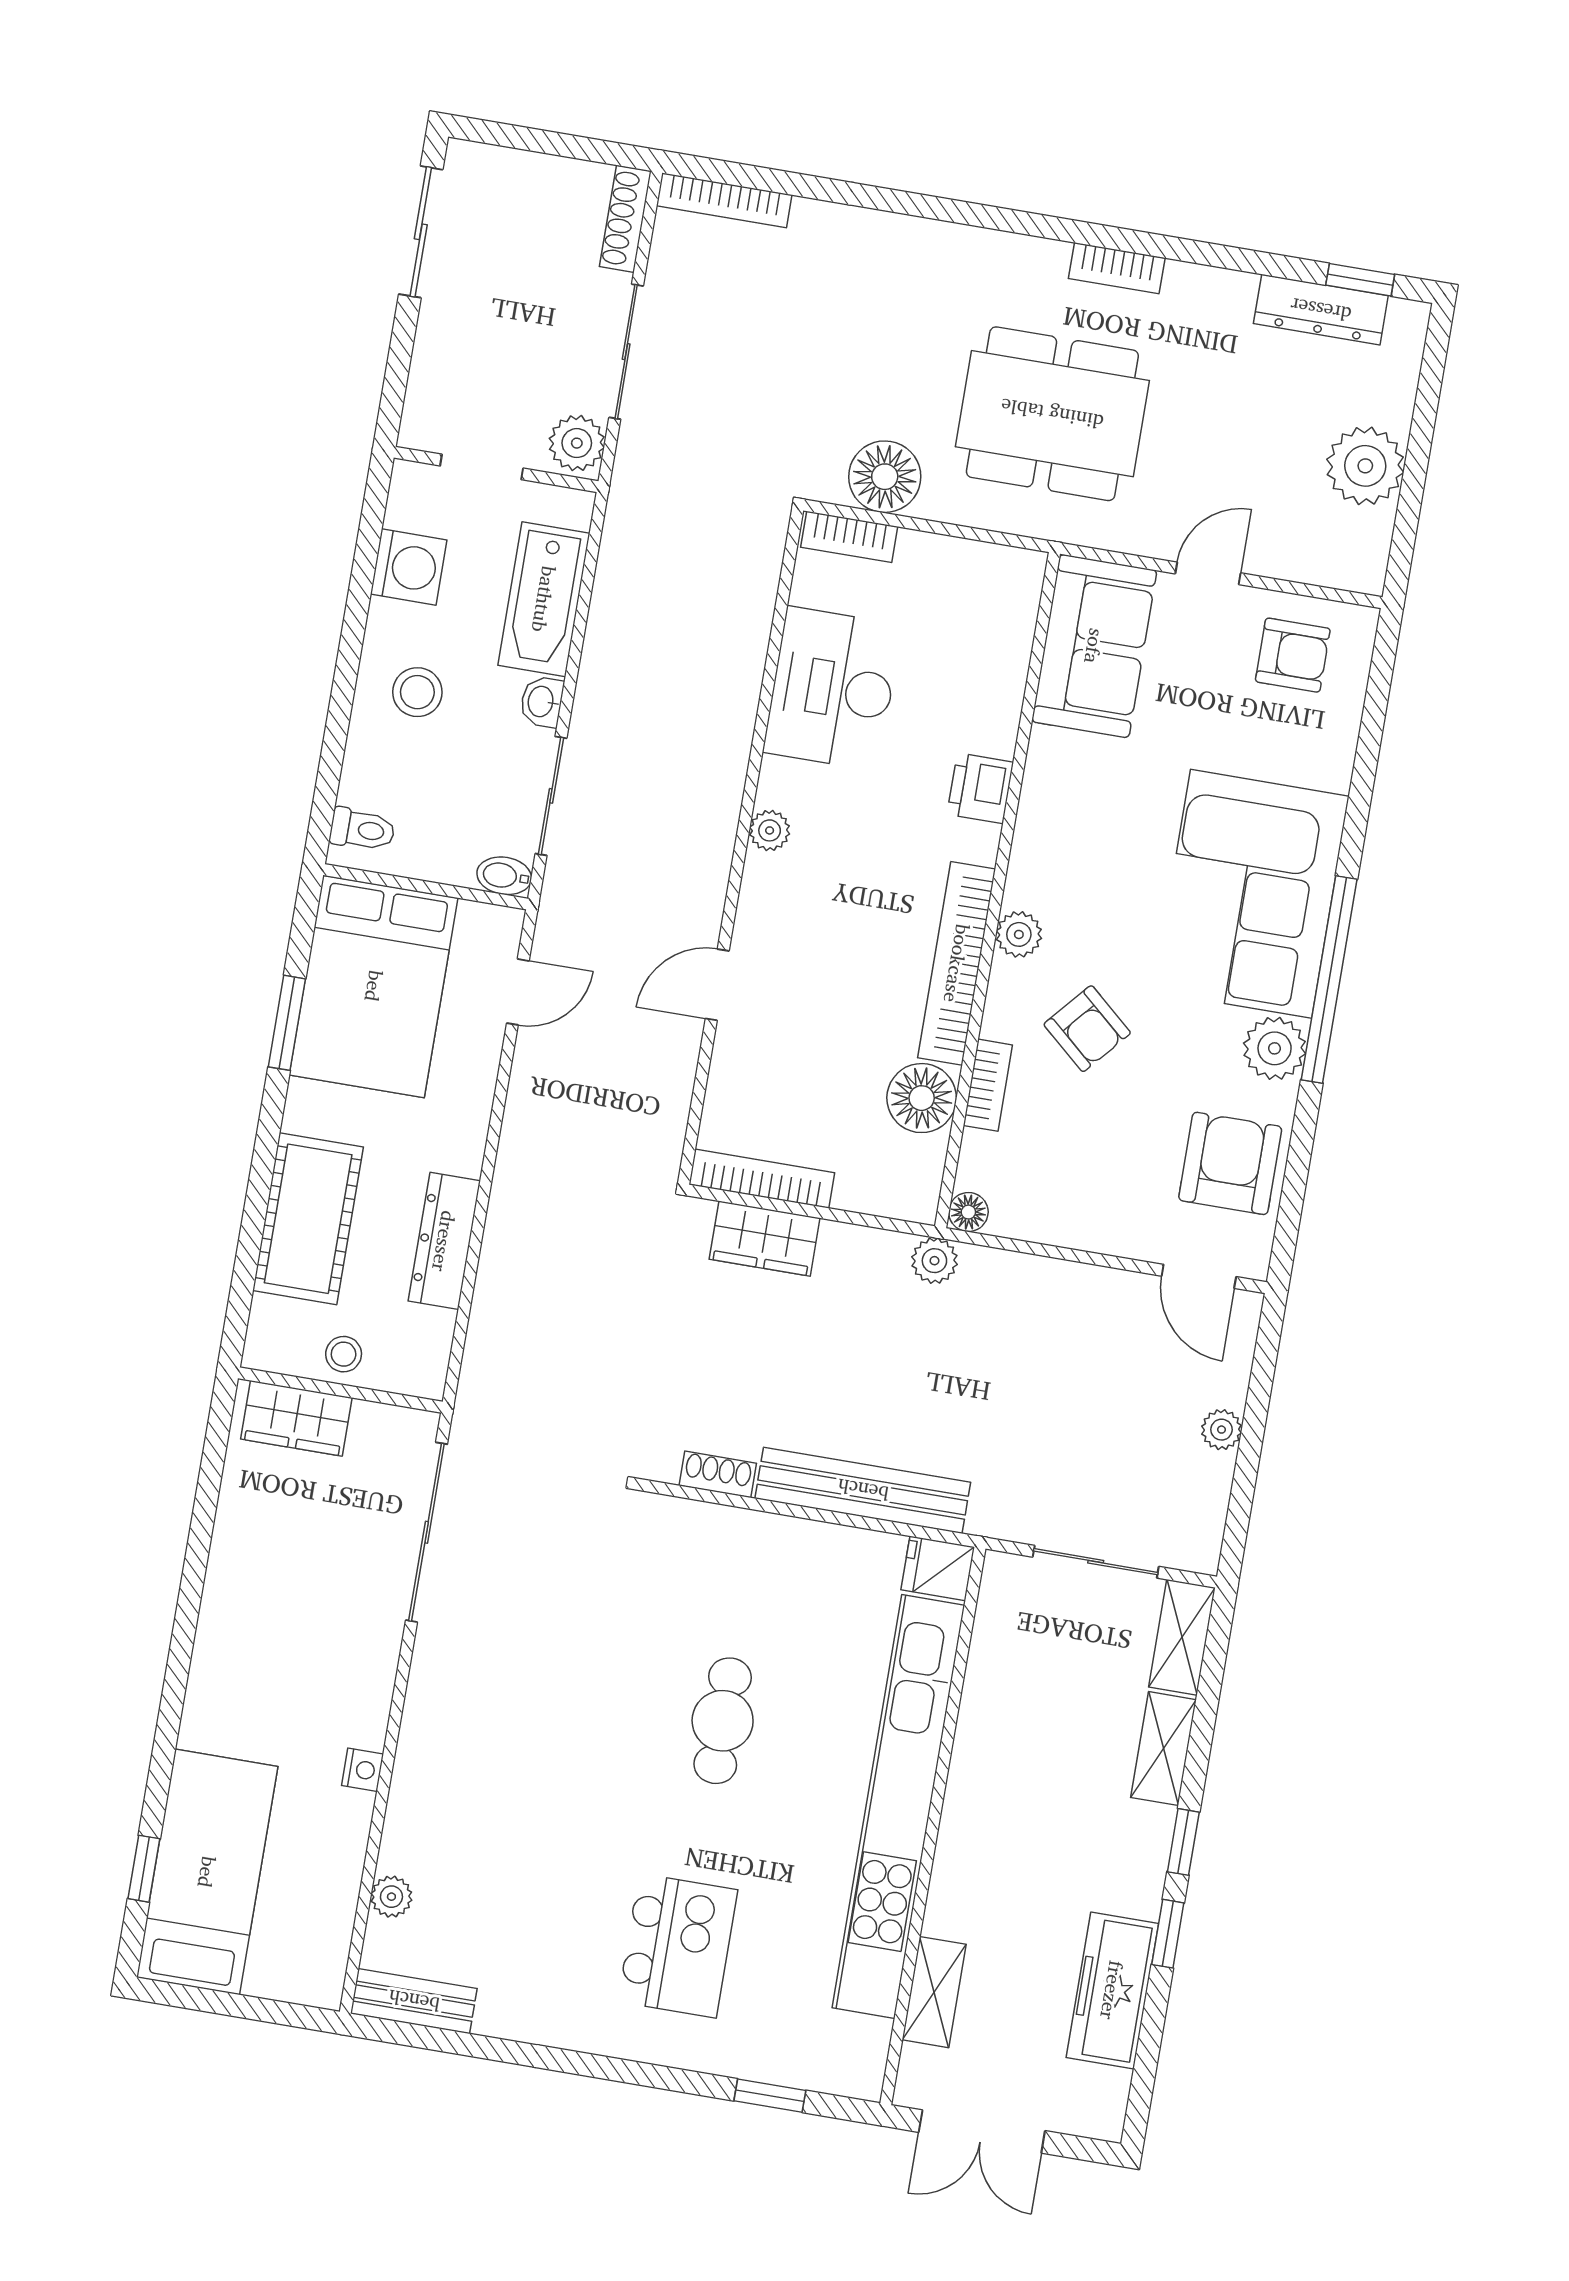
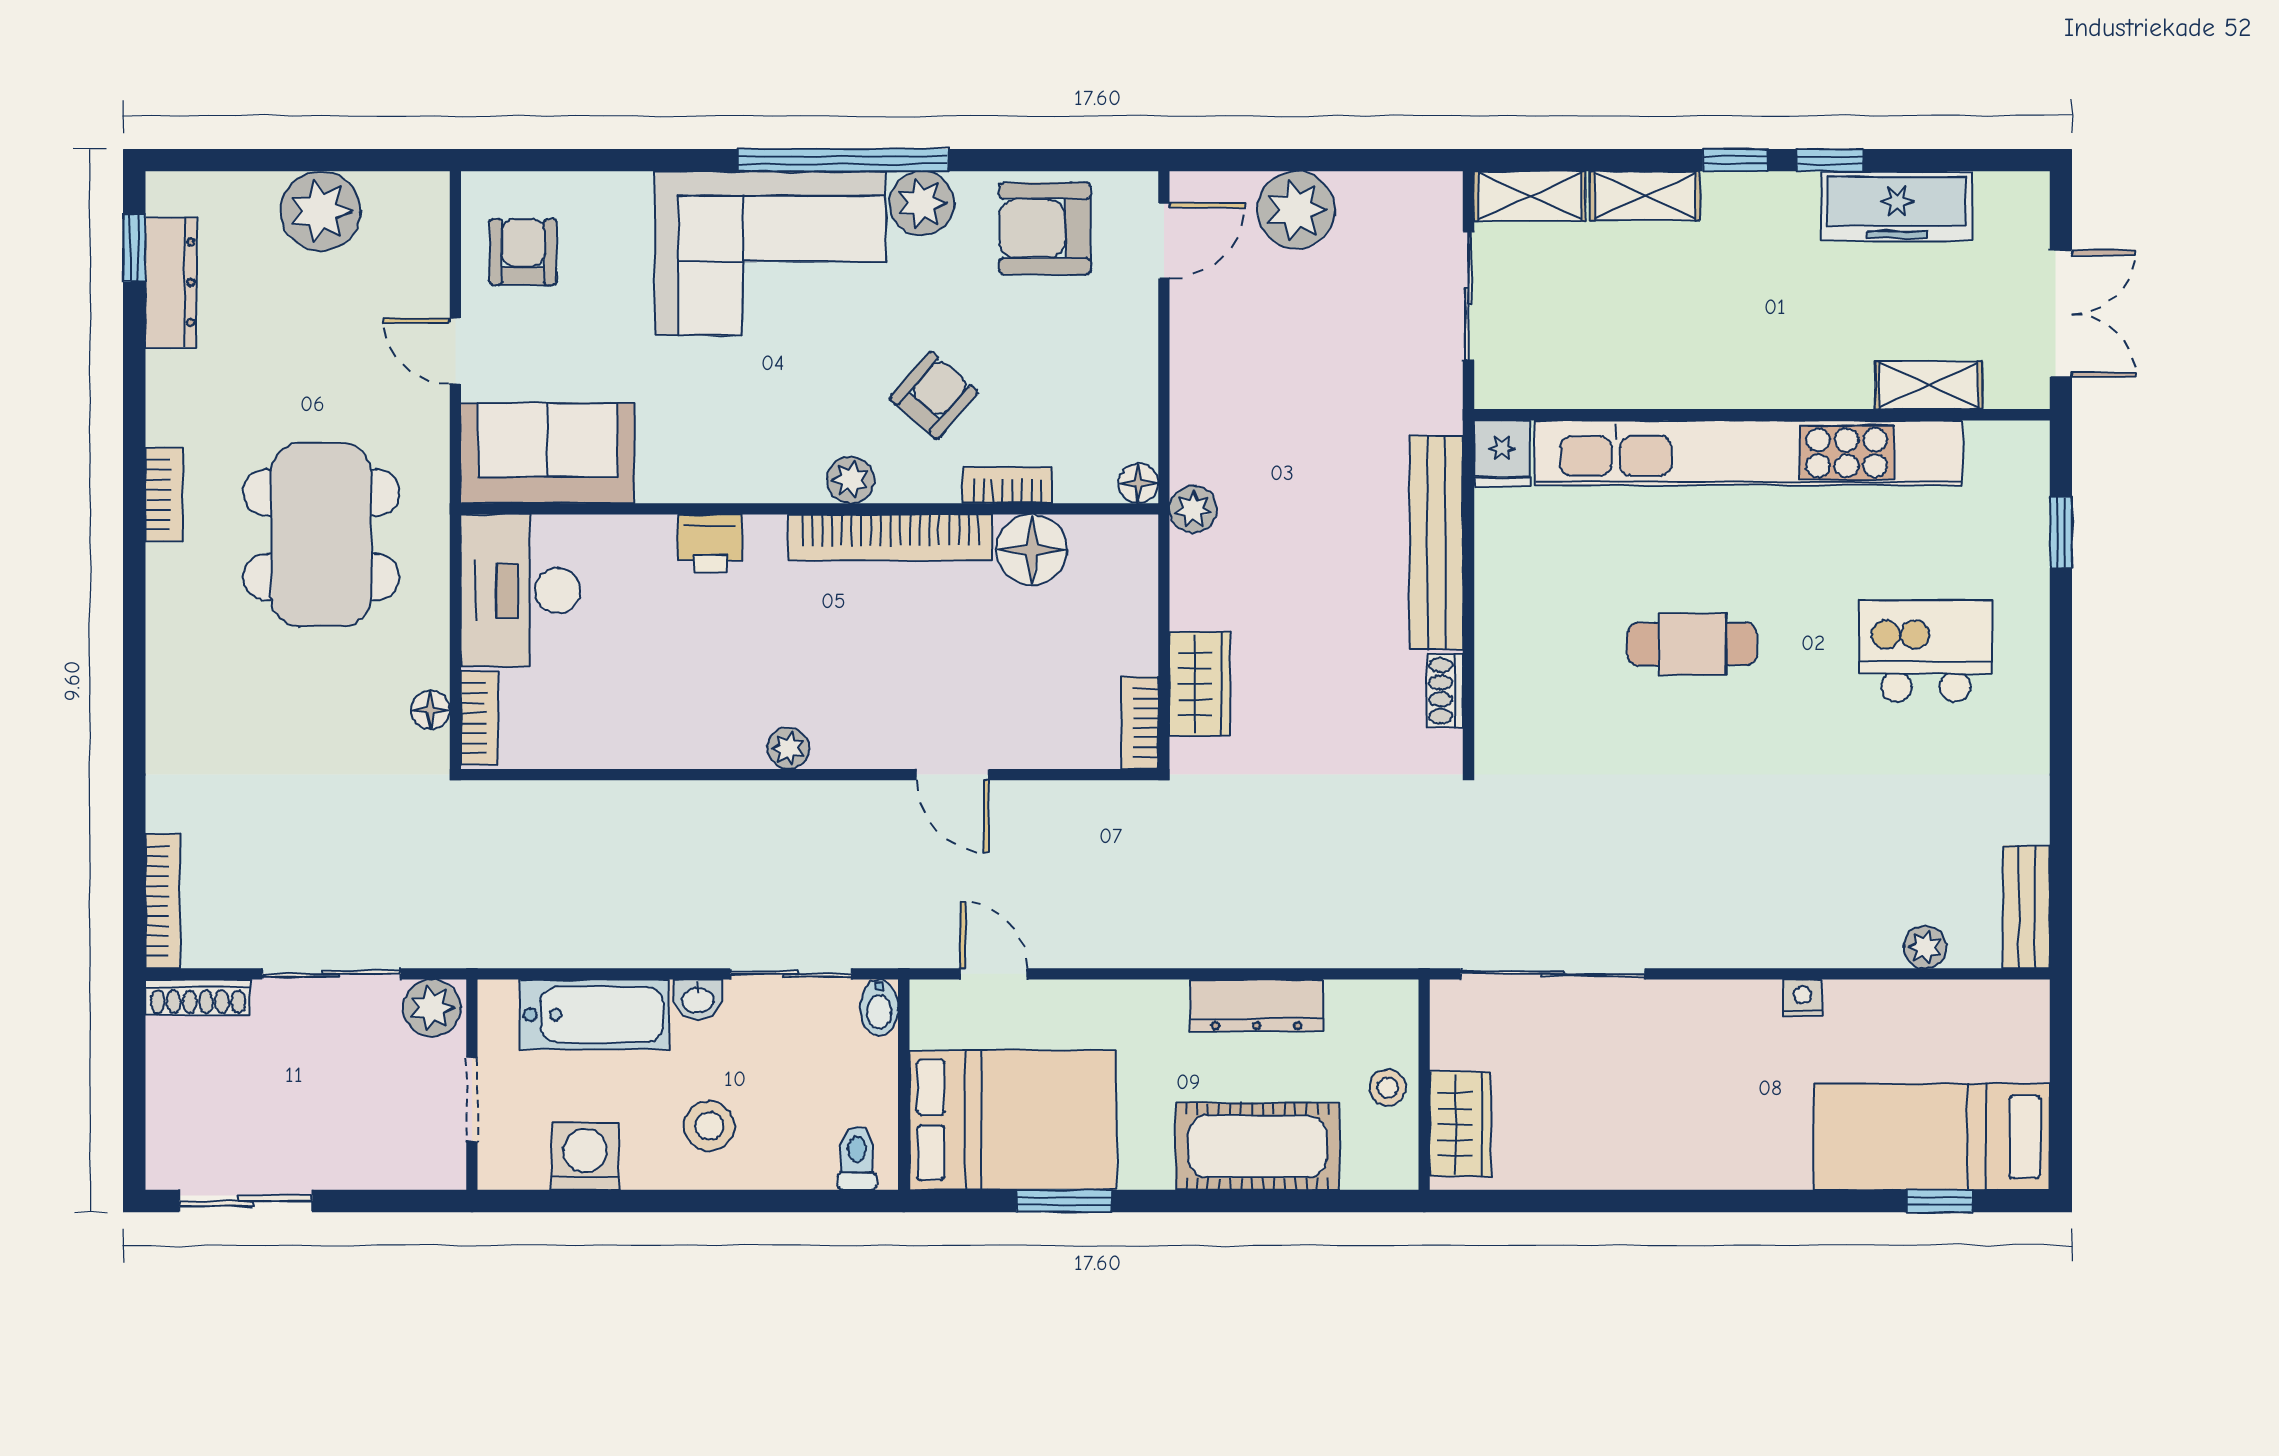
floor lamp: (885, 477) -> (430, 710), width x0.53, depth x0.53
desk: (832, 689) -> (521, 591), moved, turned 90
bookcase: (762, 1179) -> (1140, 723), width x0.64
plant: (1221, 1430) -> (1296, 210), width x1.88, depth x1.88

